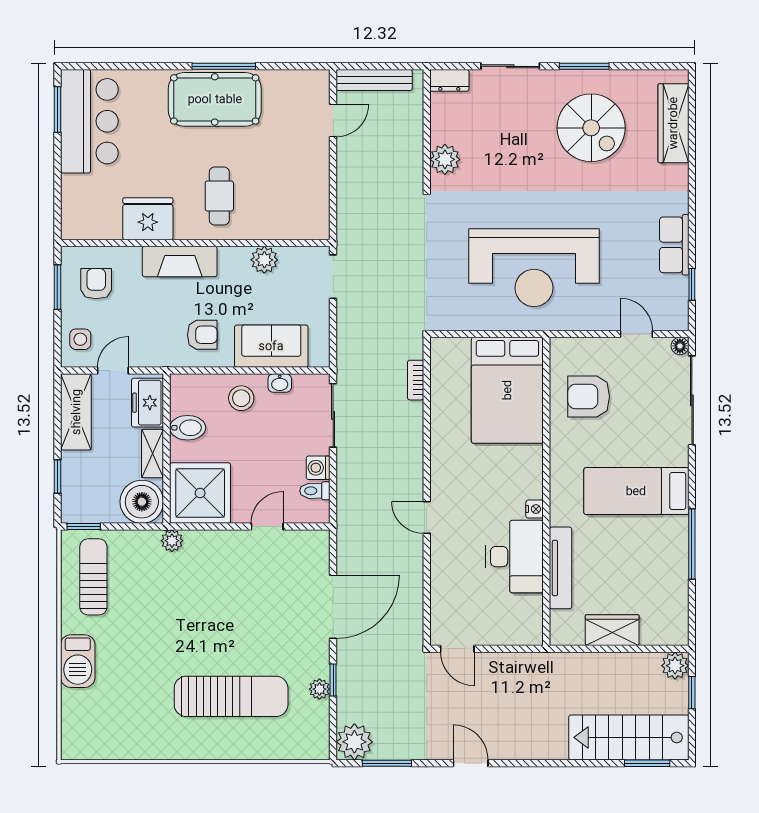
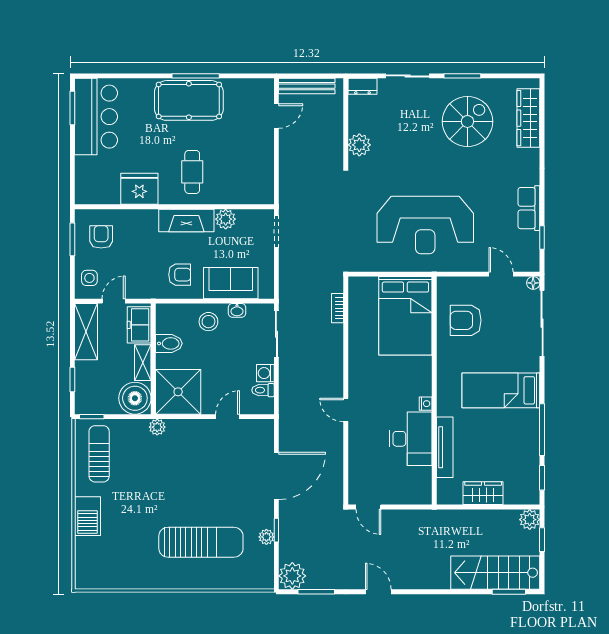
spiral stairs: (591, 128) -> (467, 121), turned -90
fireplace: (180, 262) -> (186, 220), moved
window: (692, 609) -> (542, 478), added

